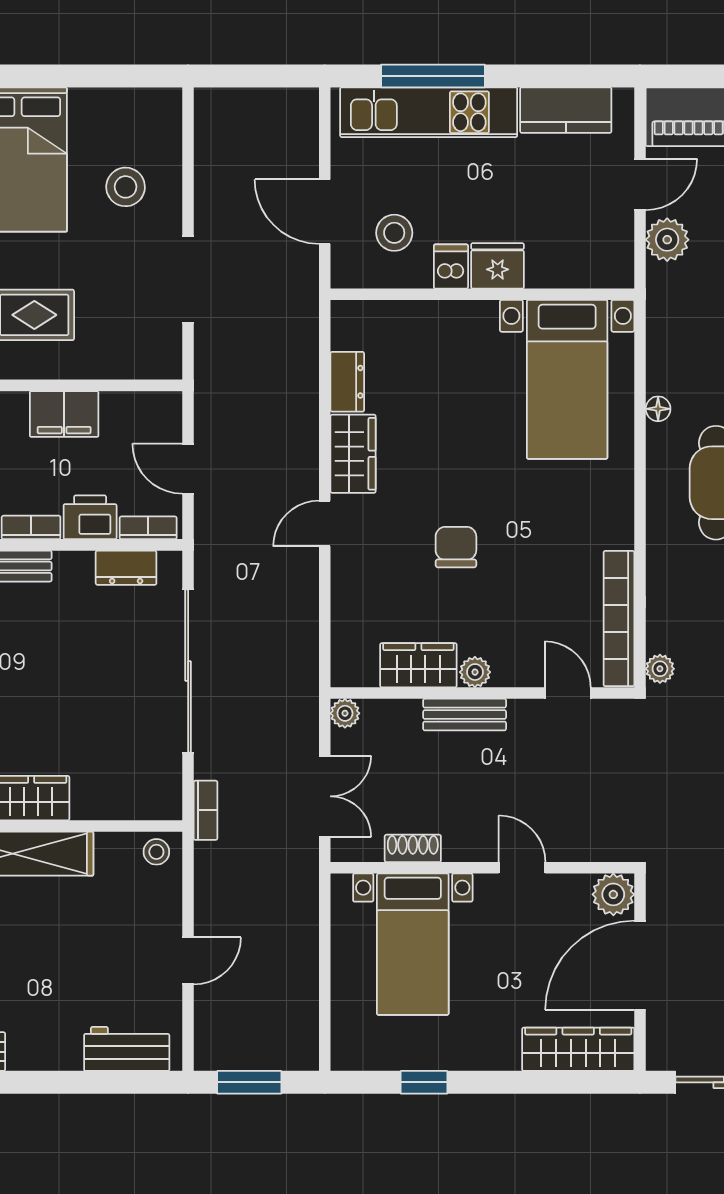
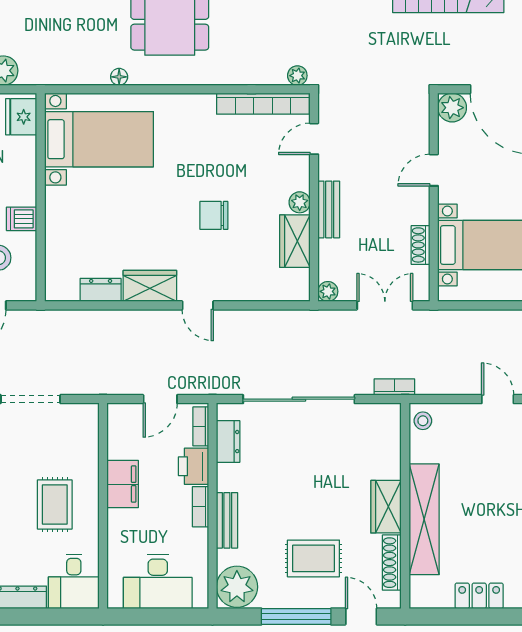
fridge: (498, 266) -> (21, 117), moved

